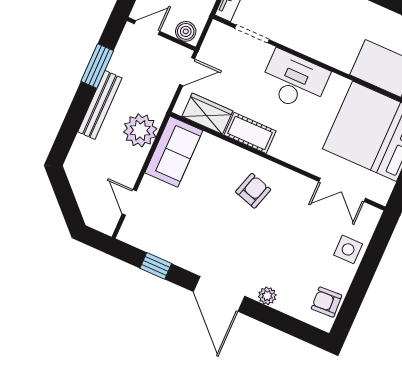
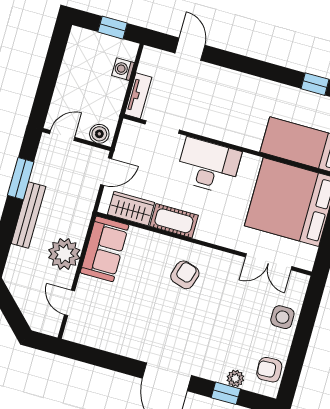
plant: (140, 130) -> (64, 254), moved
window: (156, 266) -> (226, 393), moved
plant: (267, 296) -> (235, 378), moved

